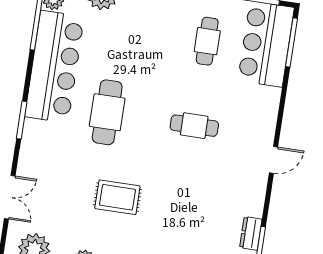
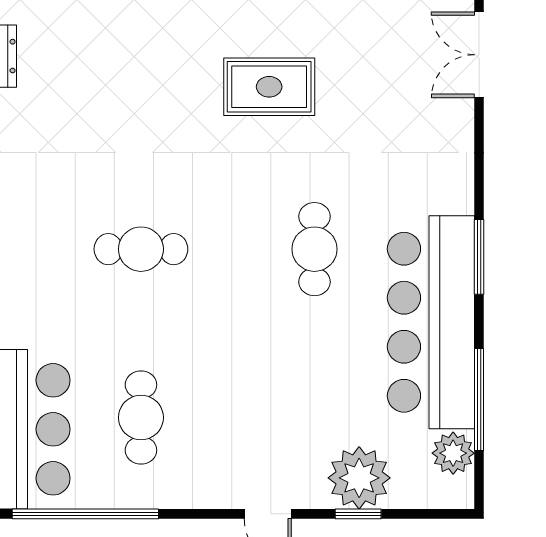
cafe table: (107, 112) -> (314, 249), width x0.73, depth x0.74
window: (22, 120) -> (479, 257), moved

